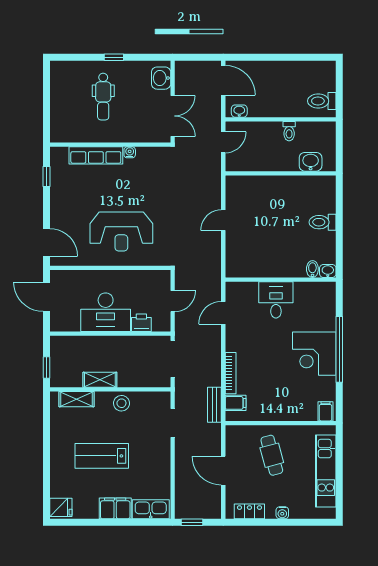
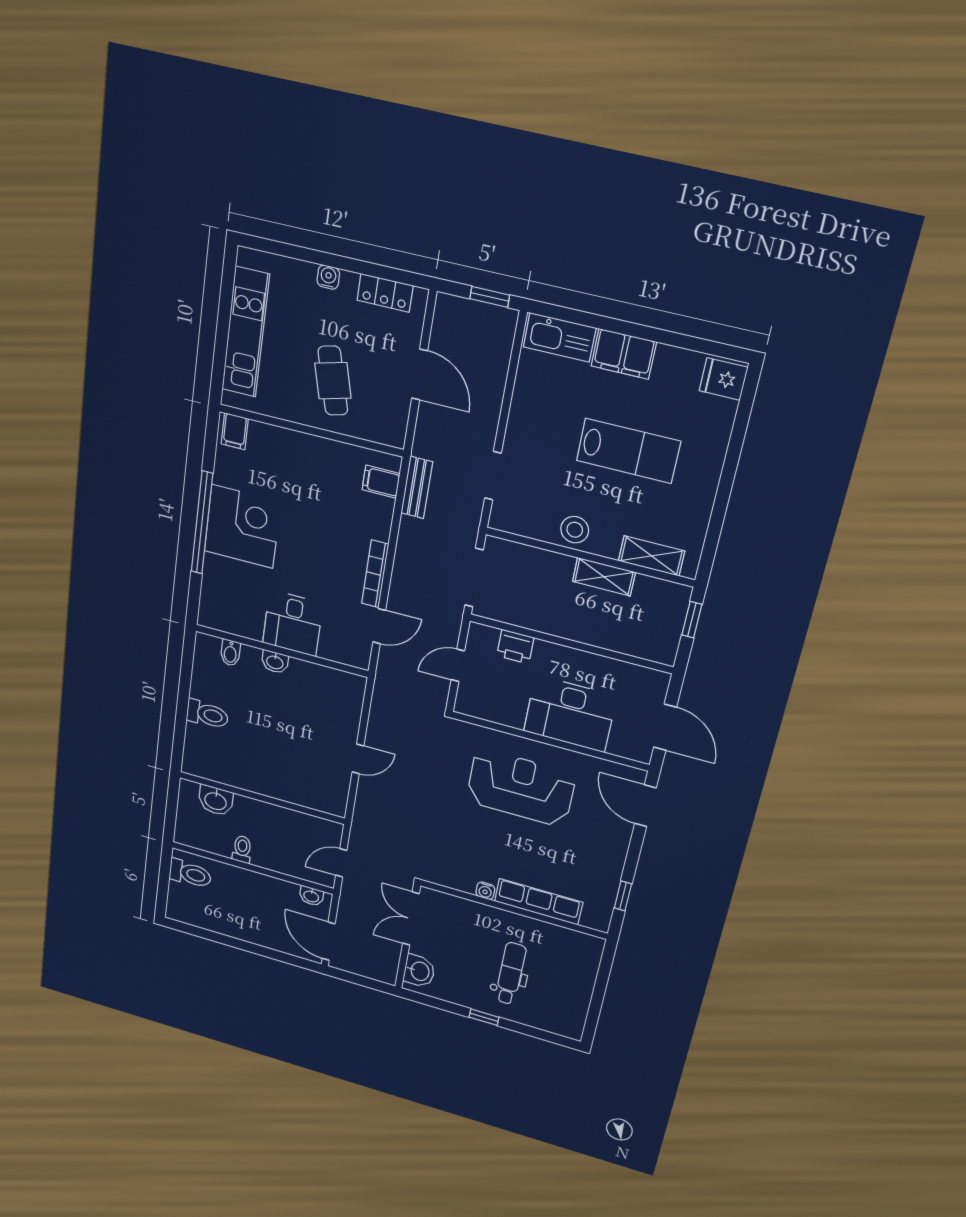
washbasin: (328, 271) -> (275, 662), moved
desk: (106, 312) -> (570, 714), moved, turned 180
bookcase: (231, 373) -> (375, 574), moved

